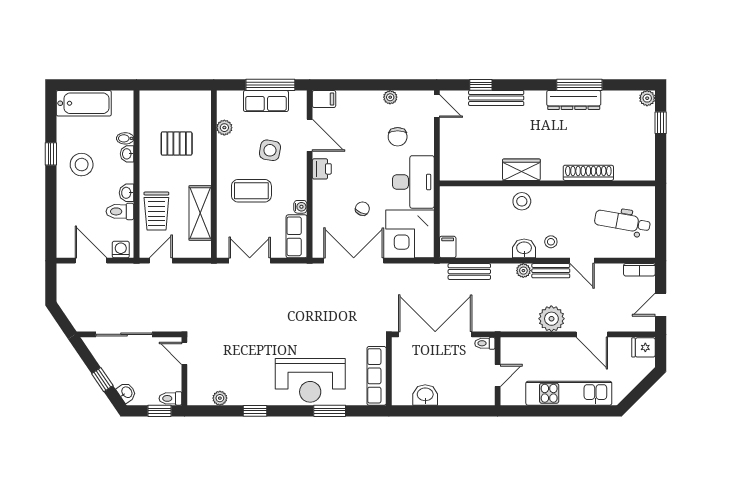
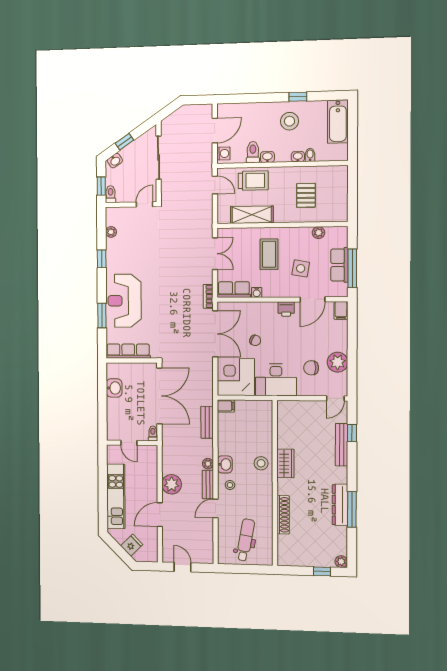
plant: (390, 97) -> (338, 362), width x1.87, depth x1.87
trolley: (156, 211) -> (253, 181), turned 180
bookcase: (639, 270) -> (208, 296), moved
fridge: (643, 347) -> (132, 545), moved, turned 45

